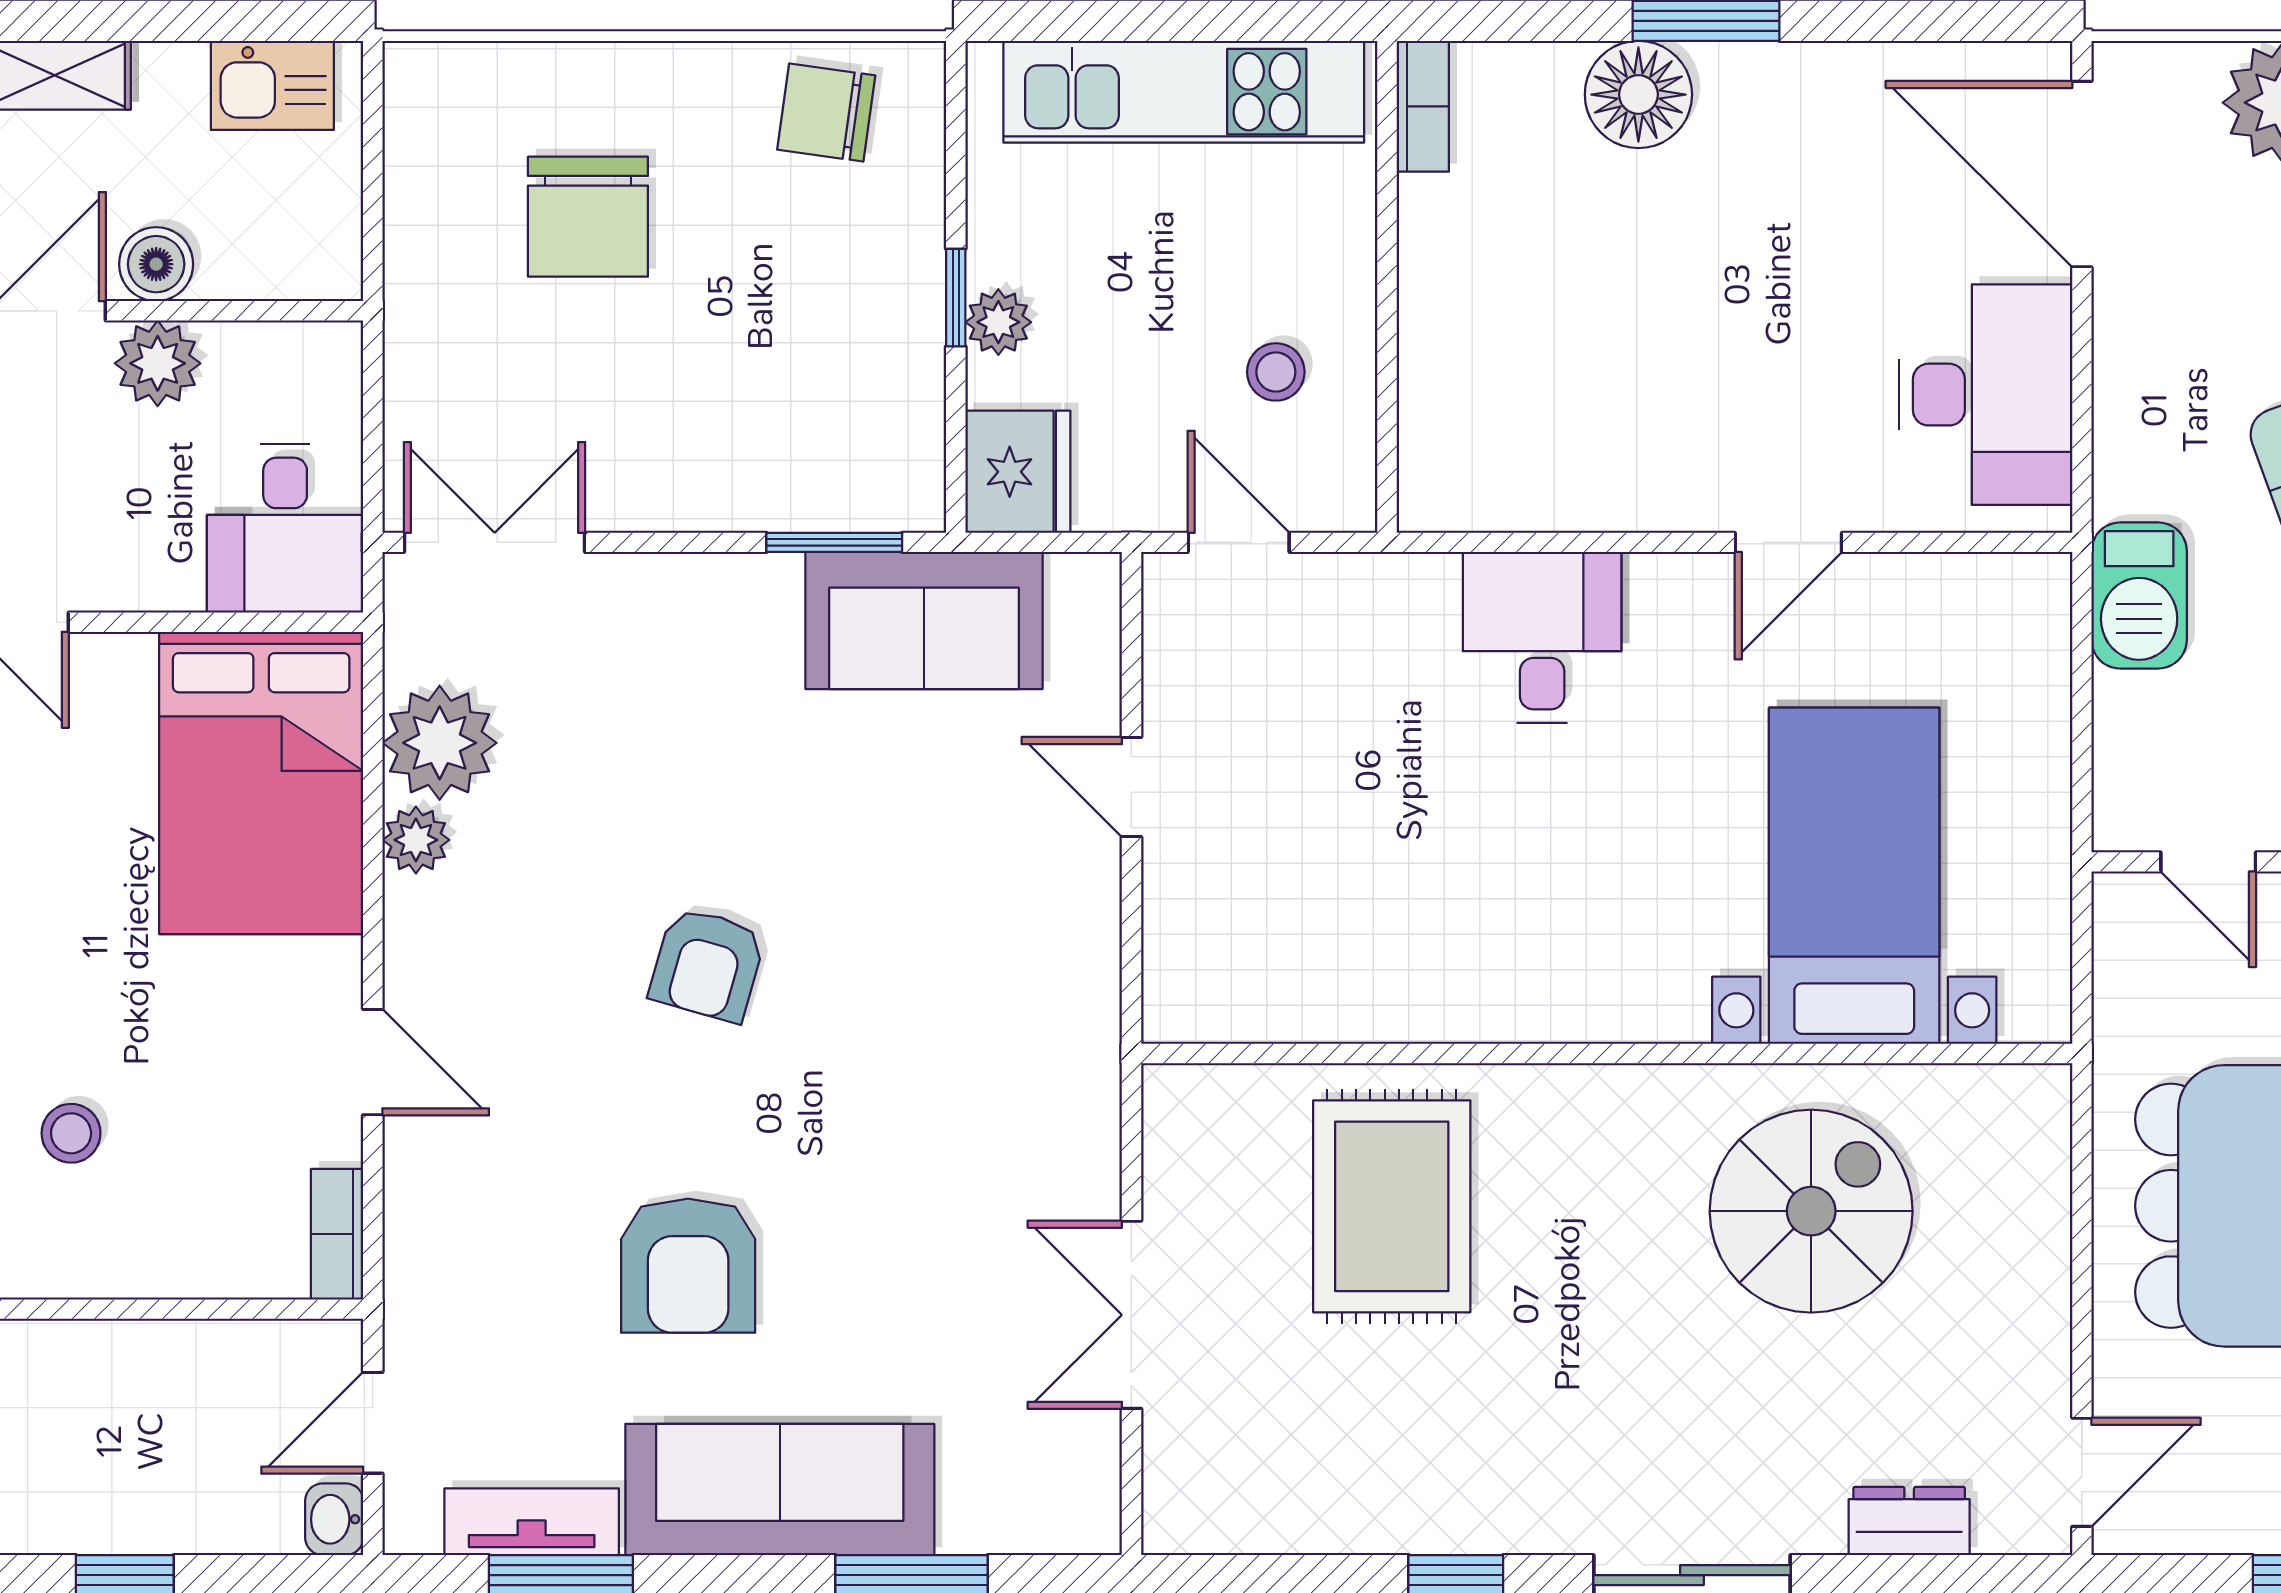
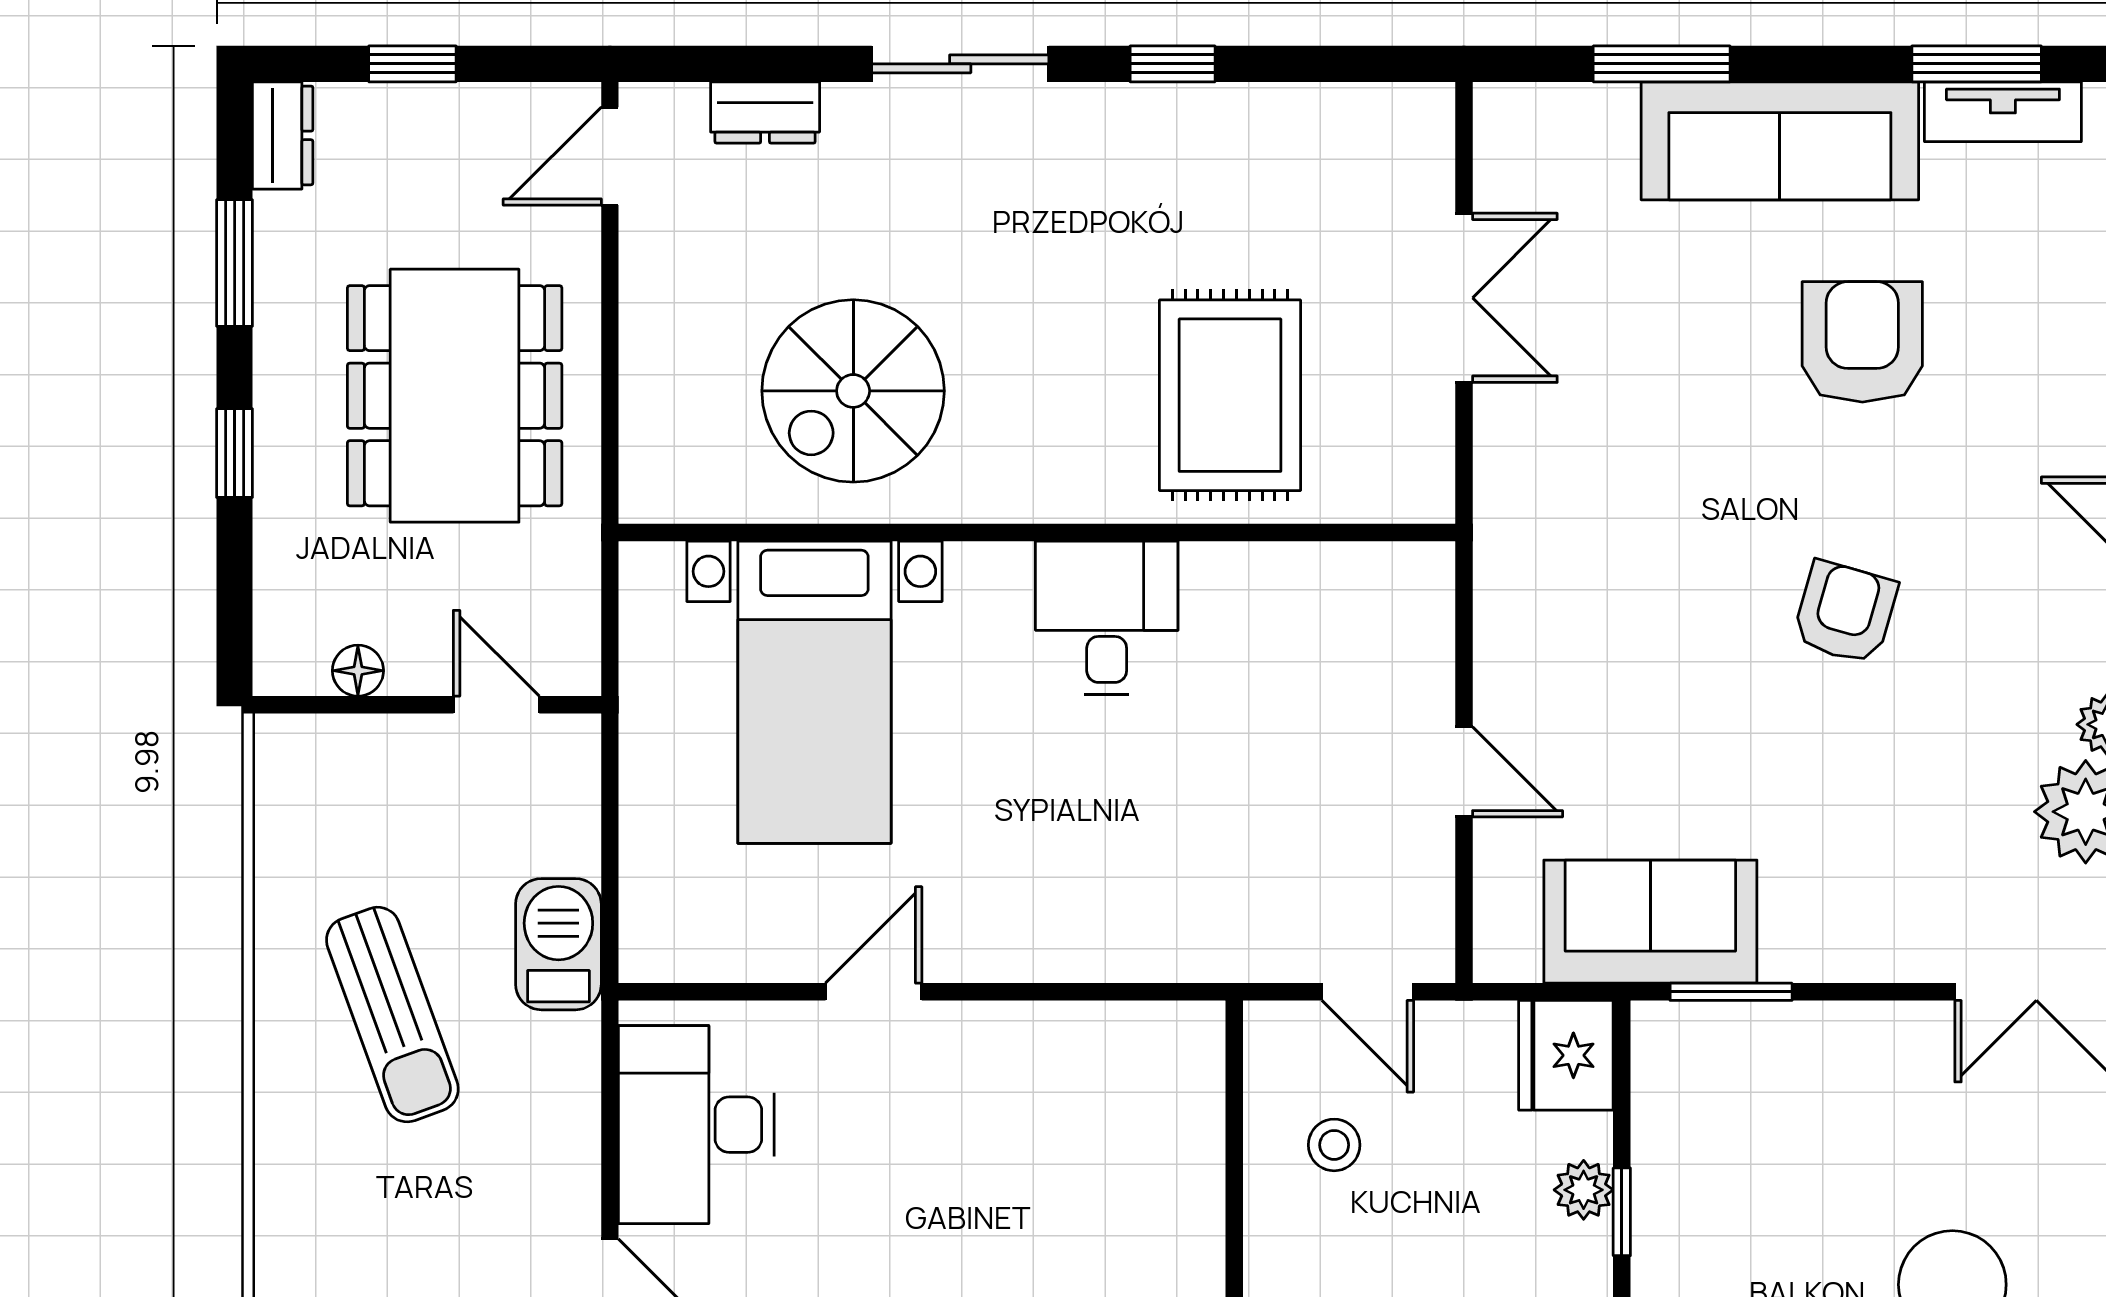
desk: (1542, 637) -> (1107, 618), moved, turned 180

